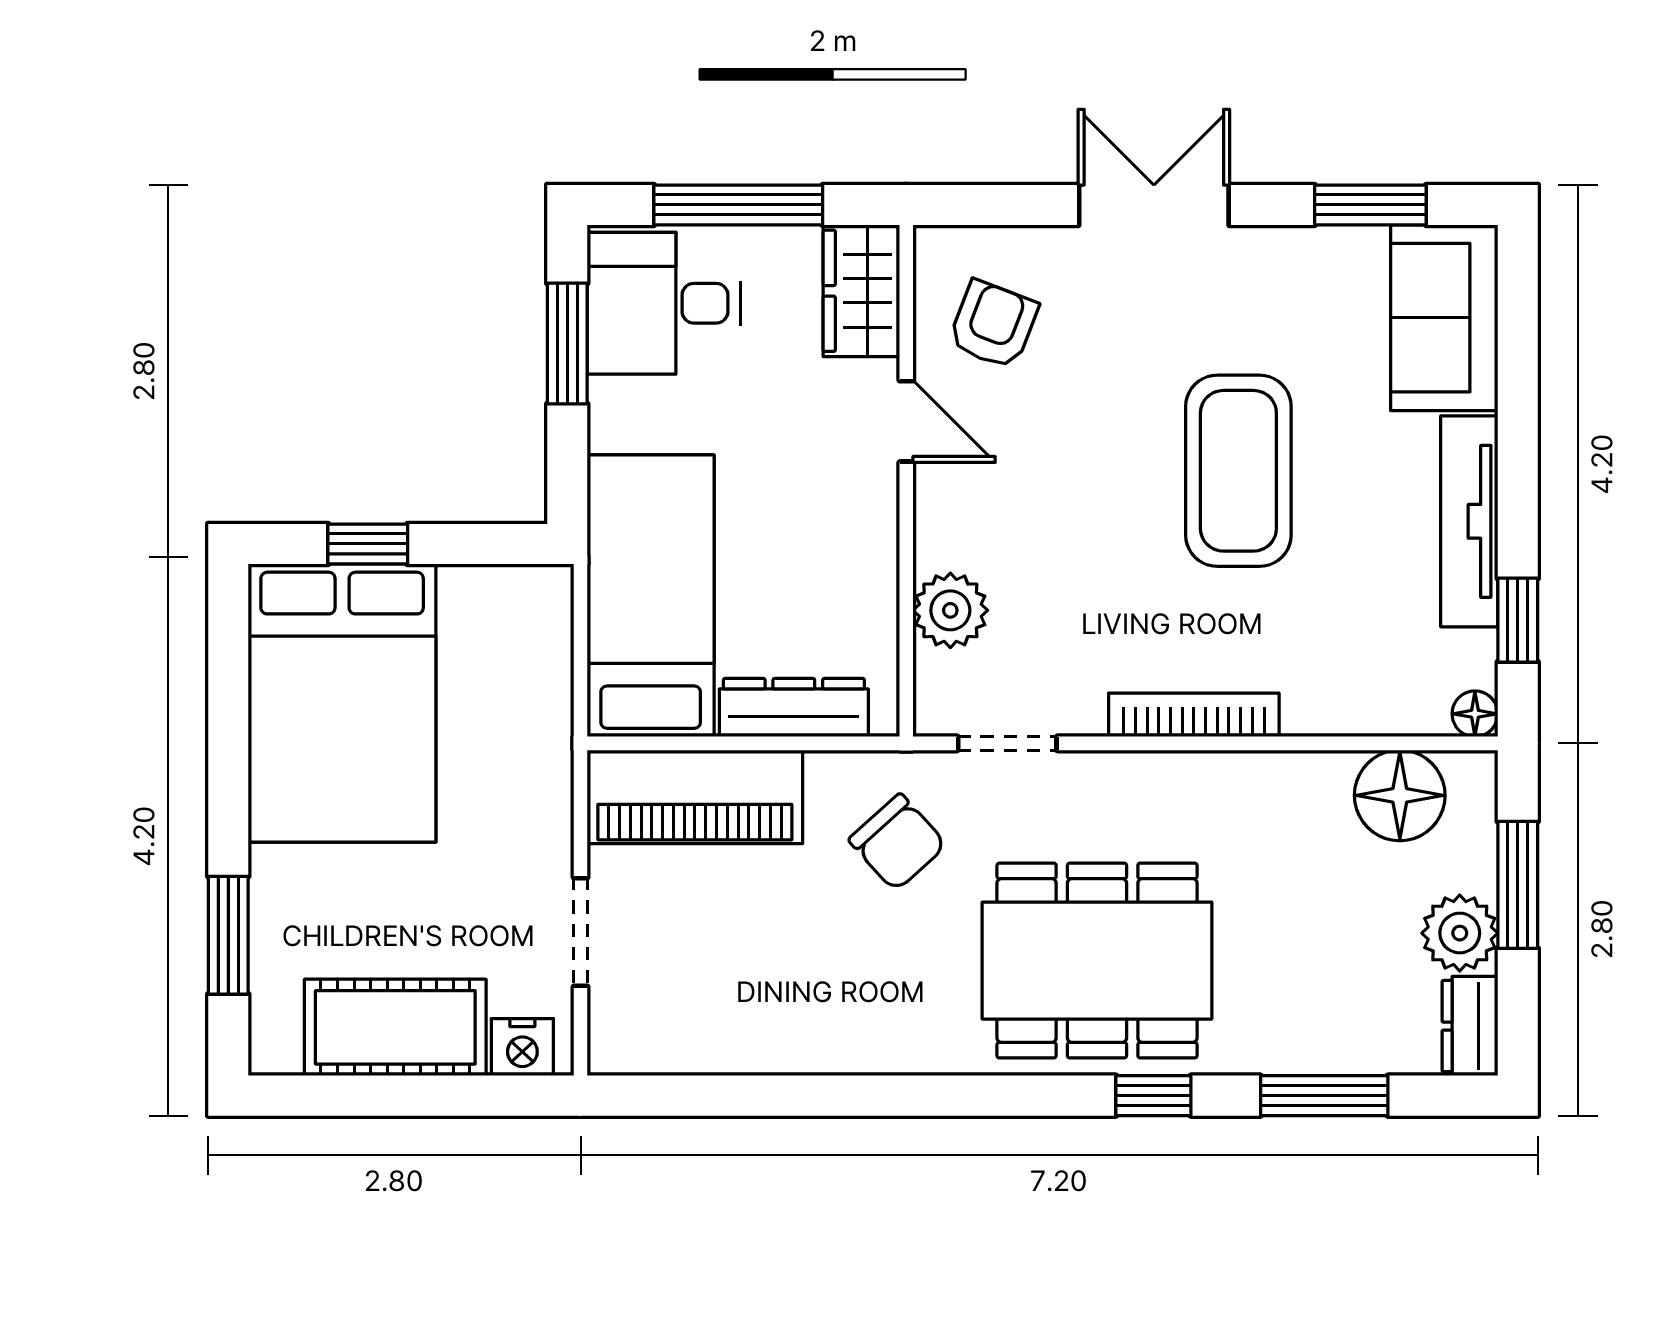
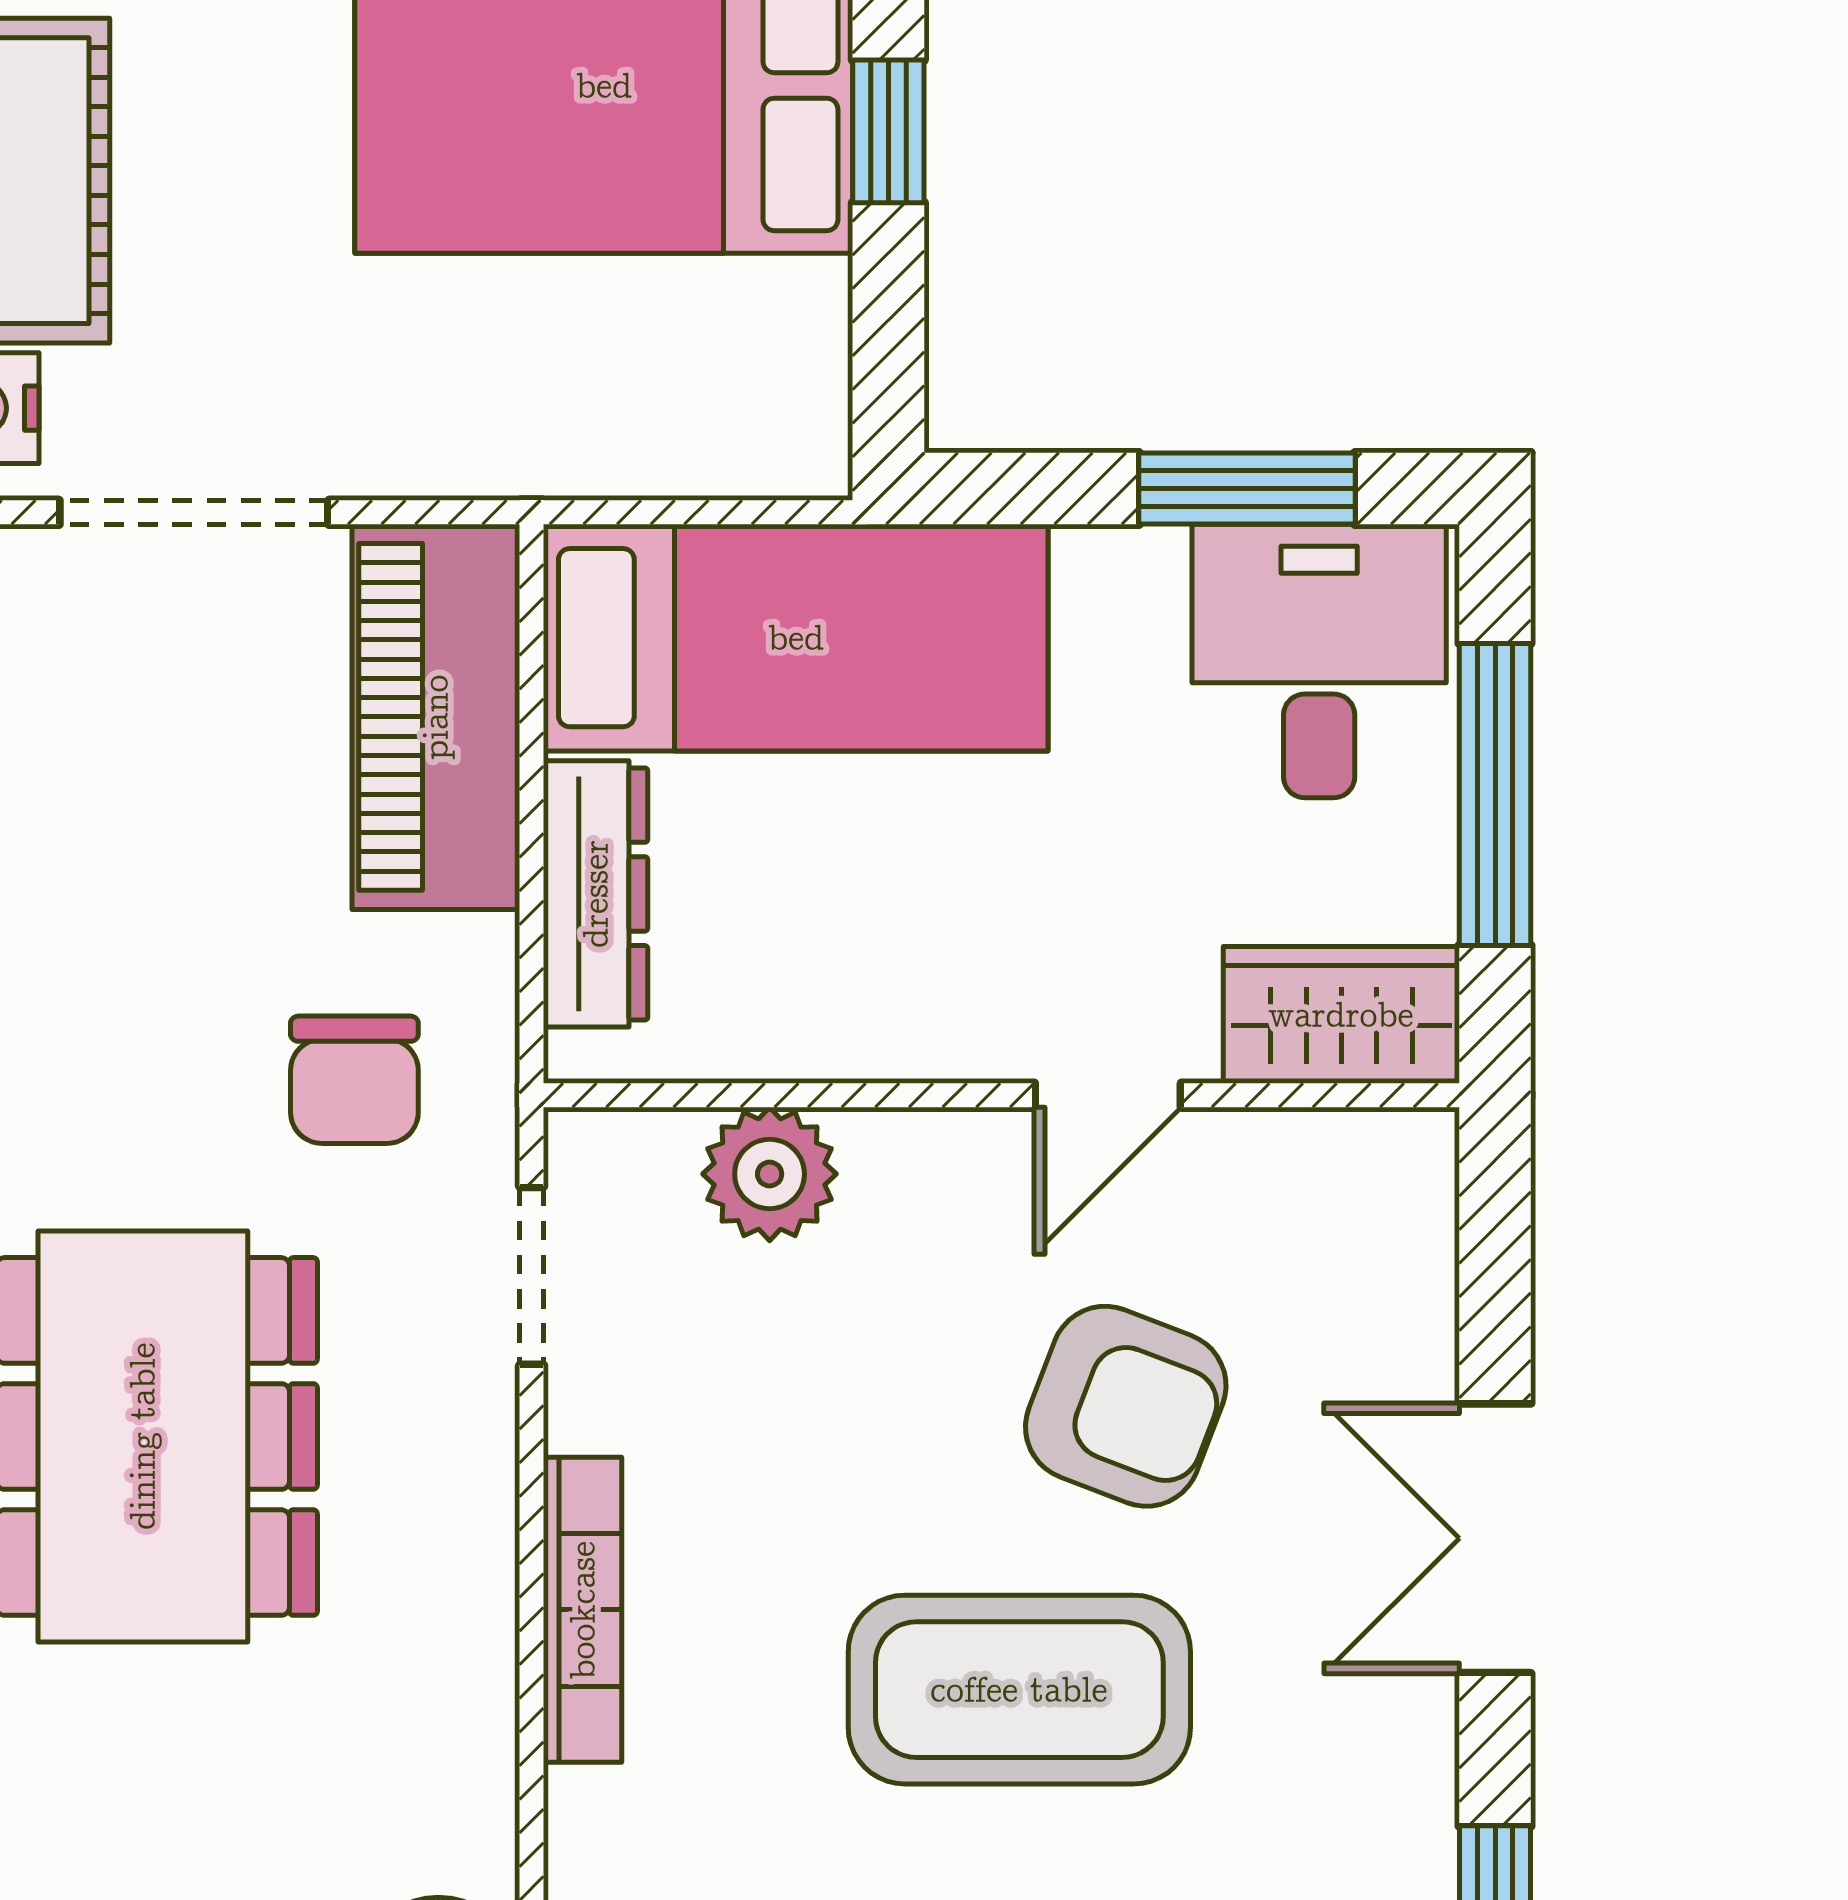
double door: (1154, 205) -> (1495, 1538), swing flipped
armchair: (993, 325) -> (1126, 1406), moved, width x1.38, depth x1.38
chair: (898, 842) -> (354, 1080), turned -48
doorway: (581, 932) -> (194, 512), width x1.38

